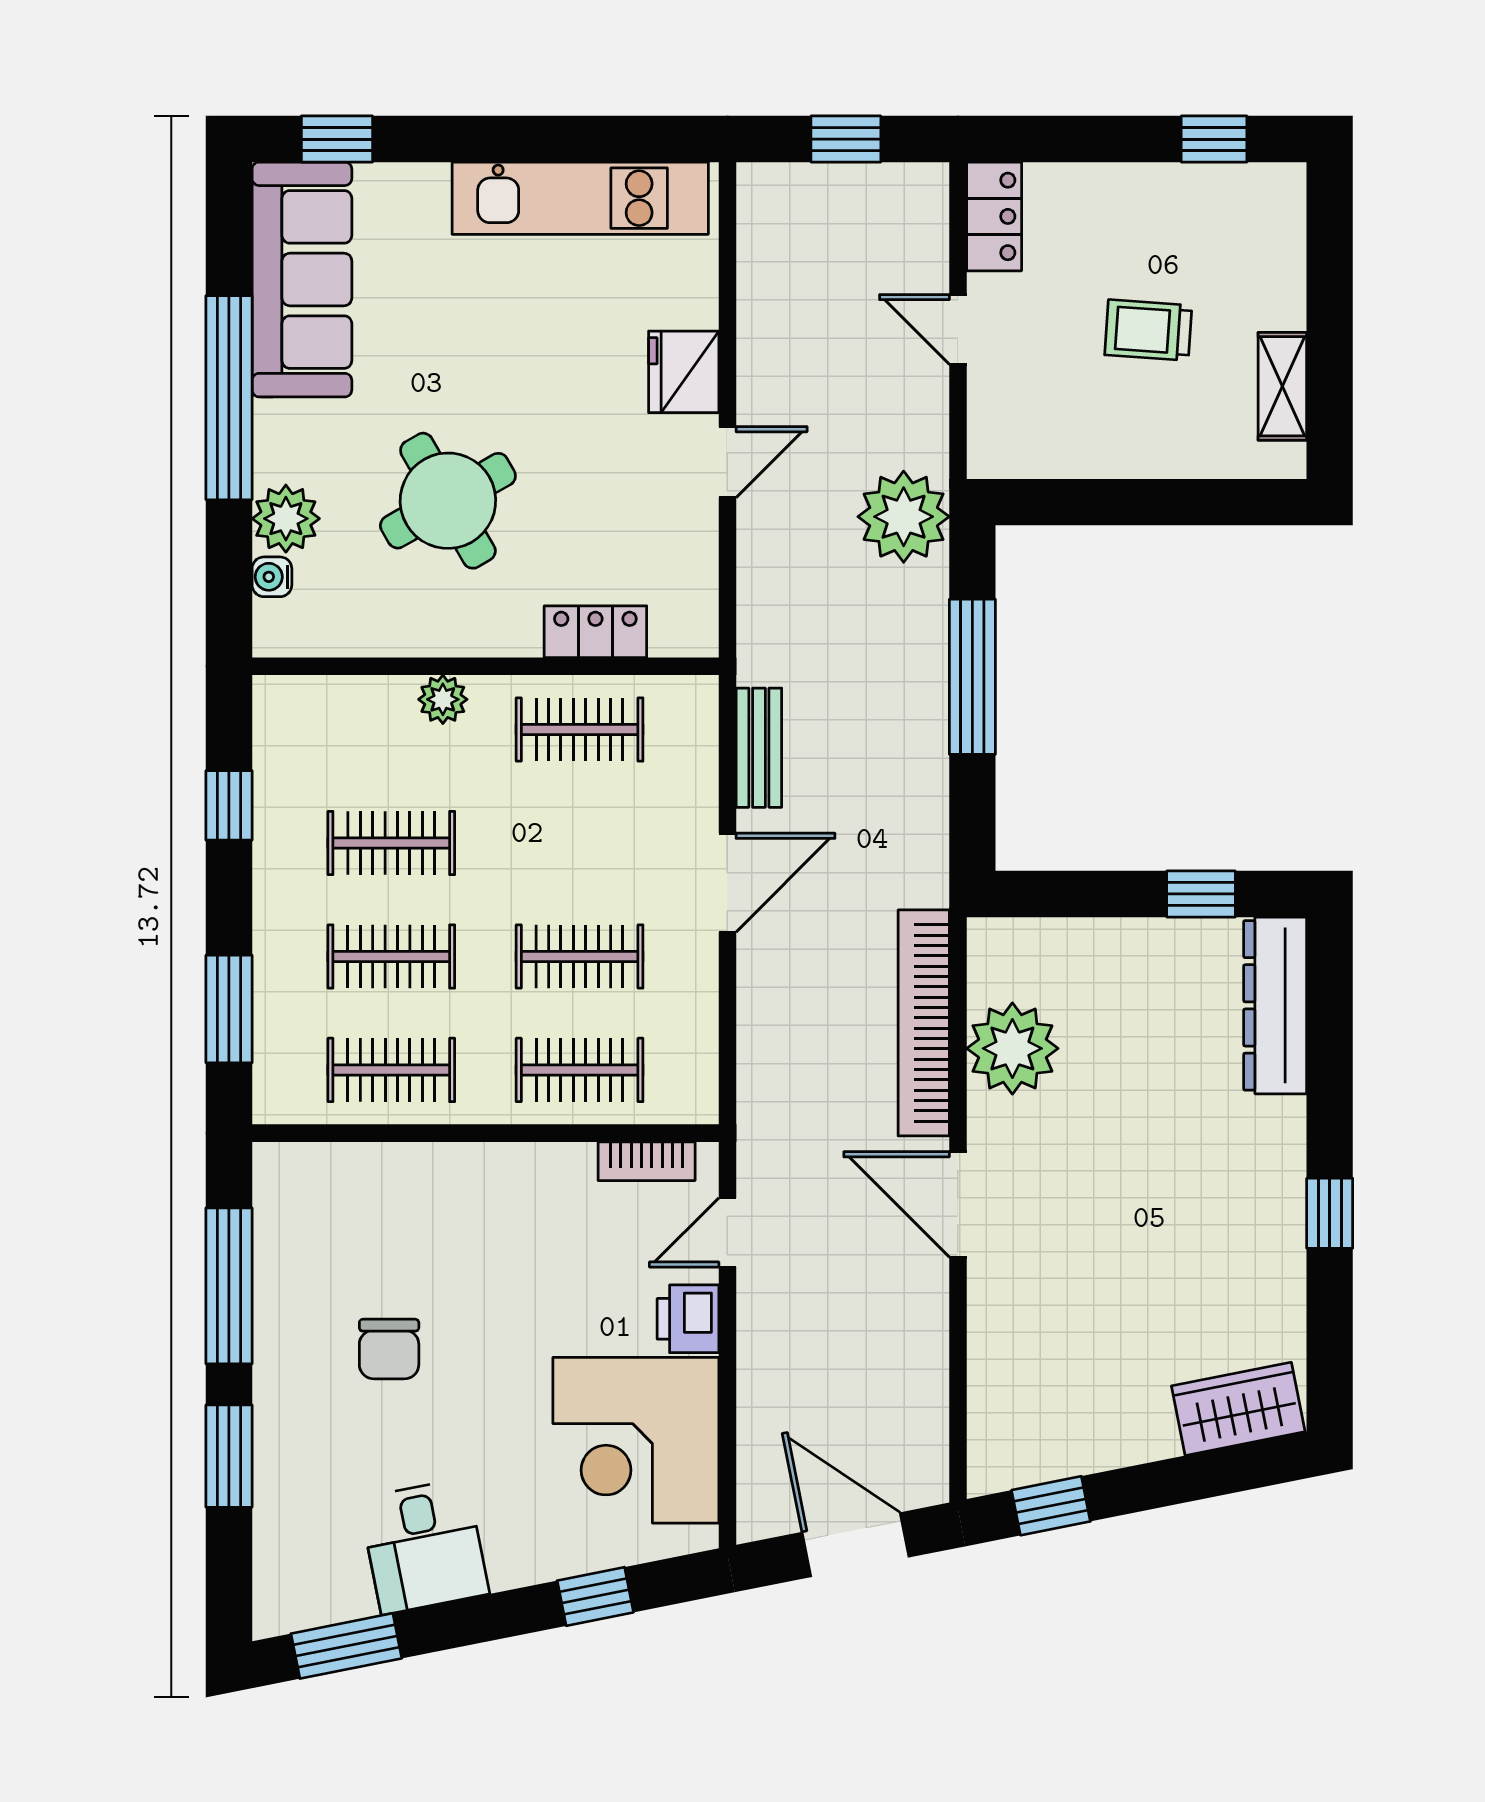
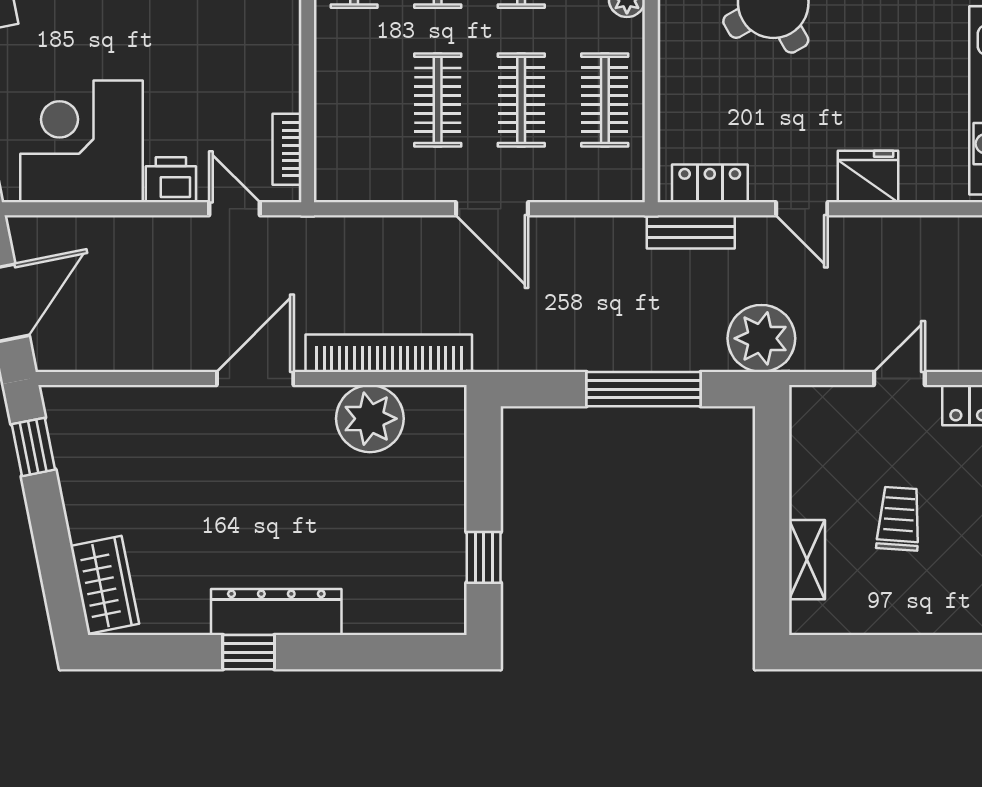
shelving: (1282, 386) -> (807, 560), moved, turned 90
locker: (595, 632) -> (710, 183), moved, turned -90
bench: (759, 748) -> (691, 232), moved
dresser: (1275, 1005) -> (276, 612), moved
clothes rail: (580, 1070) -> (521, 100), moved

